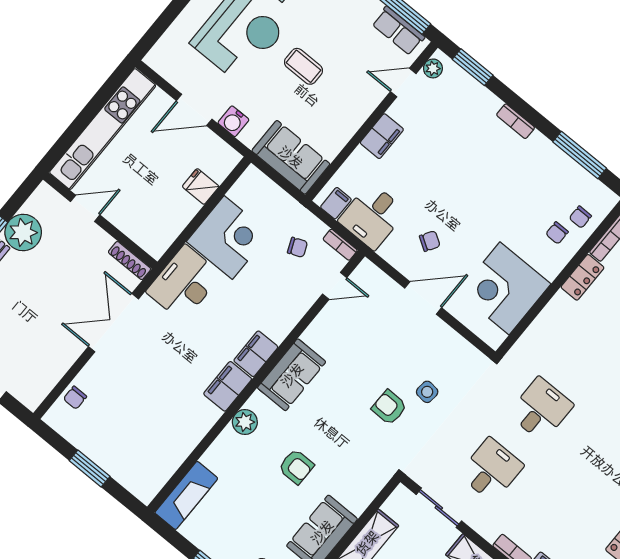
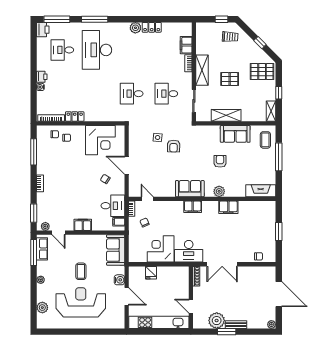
filing cabinet: (228, 386) -> (228, 207), moved

